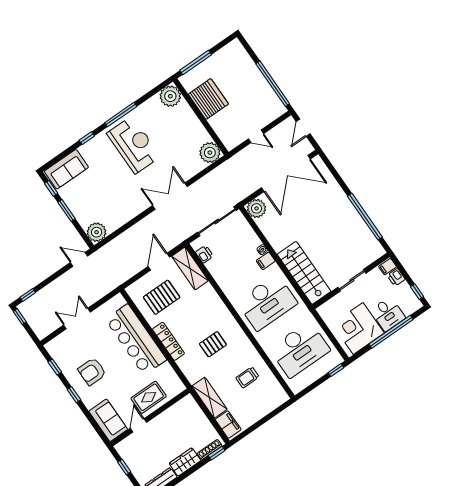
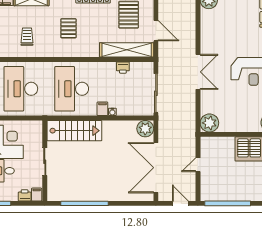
printer: (204, 254) -> (123, 68), moved
shelving: (190, 268) -> (127, 50), width x1.47

